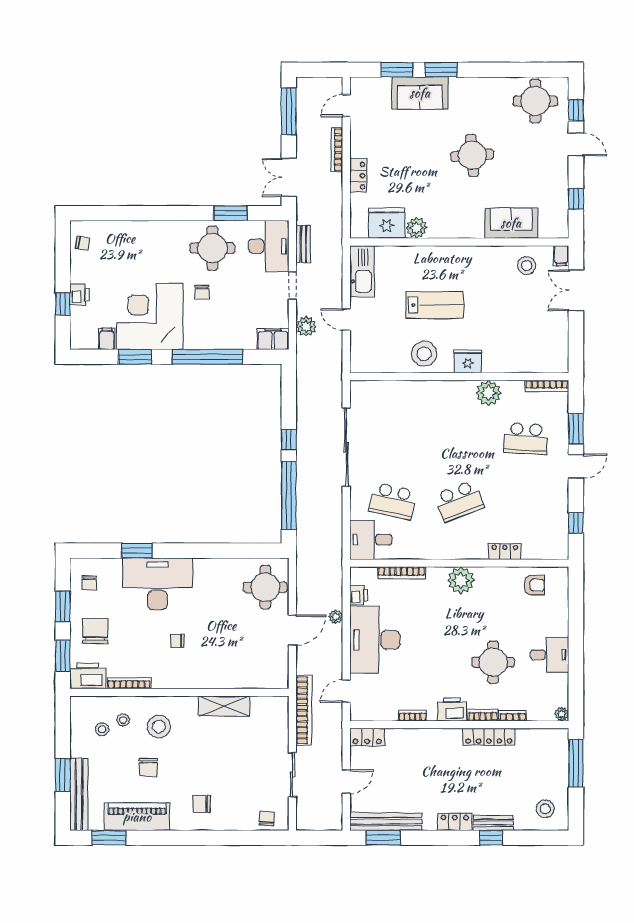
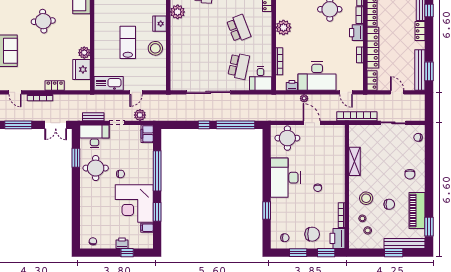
desk: (157, 584) -> (285, 178), moved
chair: (95, 631) -> (312, 234), turned 180
locker: (425, 738) -> (373, 48), added

